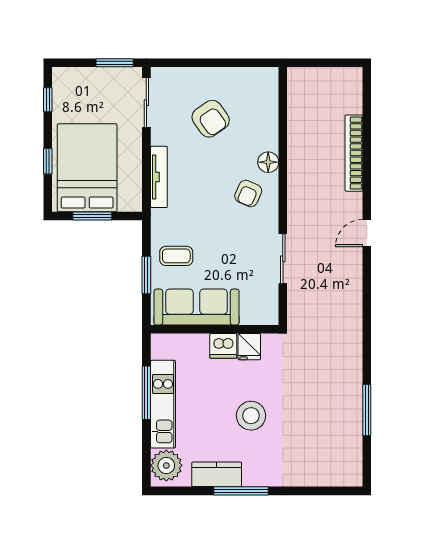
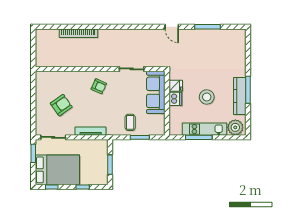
floor lamp: (268, 162) -> (83, 76), removed
bed: (87, 168) -> (57, 170), moved, turned 180
door: (367, 233) -> (172, 27), moved
sofa: (196, 307) -> (156, 92), moved
stool: (251, 416) -> (207, 97), moved
kitchen counter: (217, 474) -> (240, 96), width x1.50

